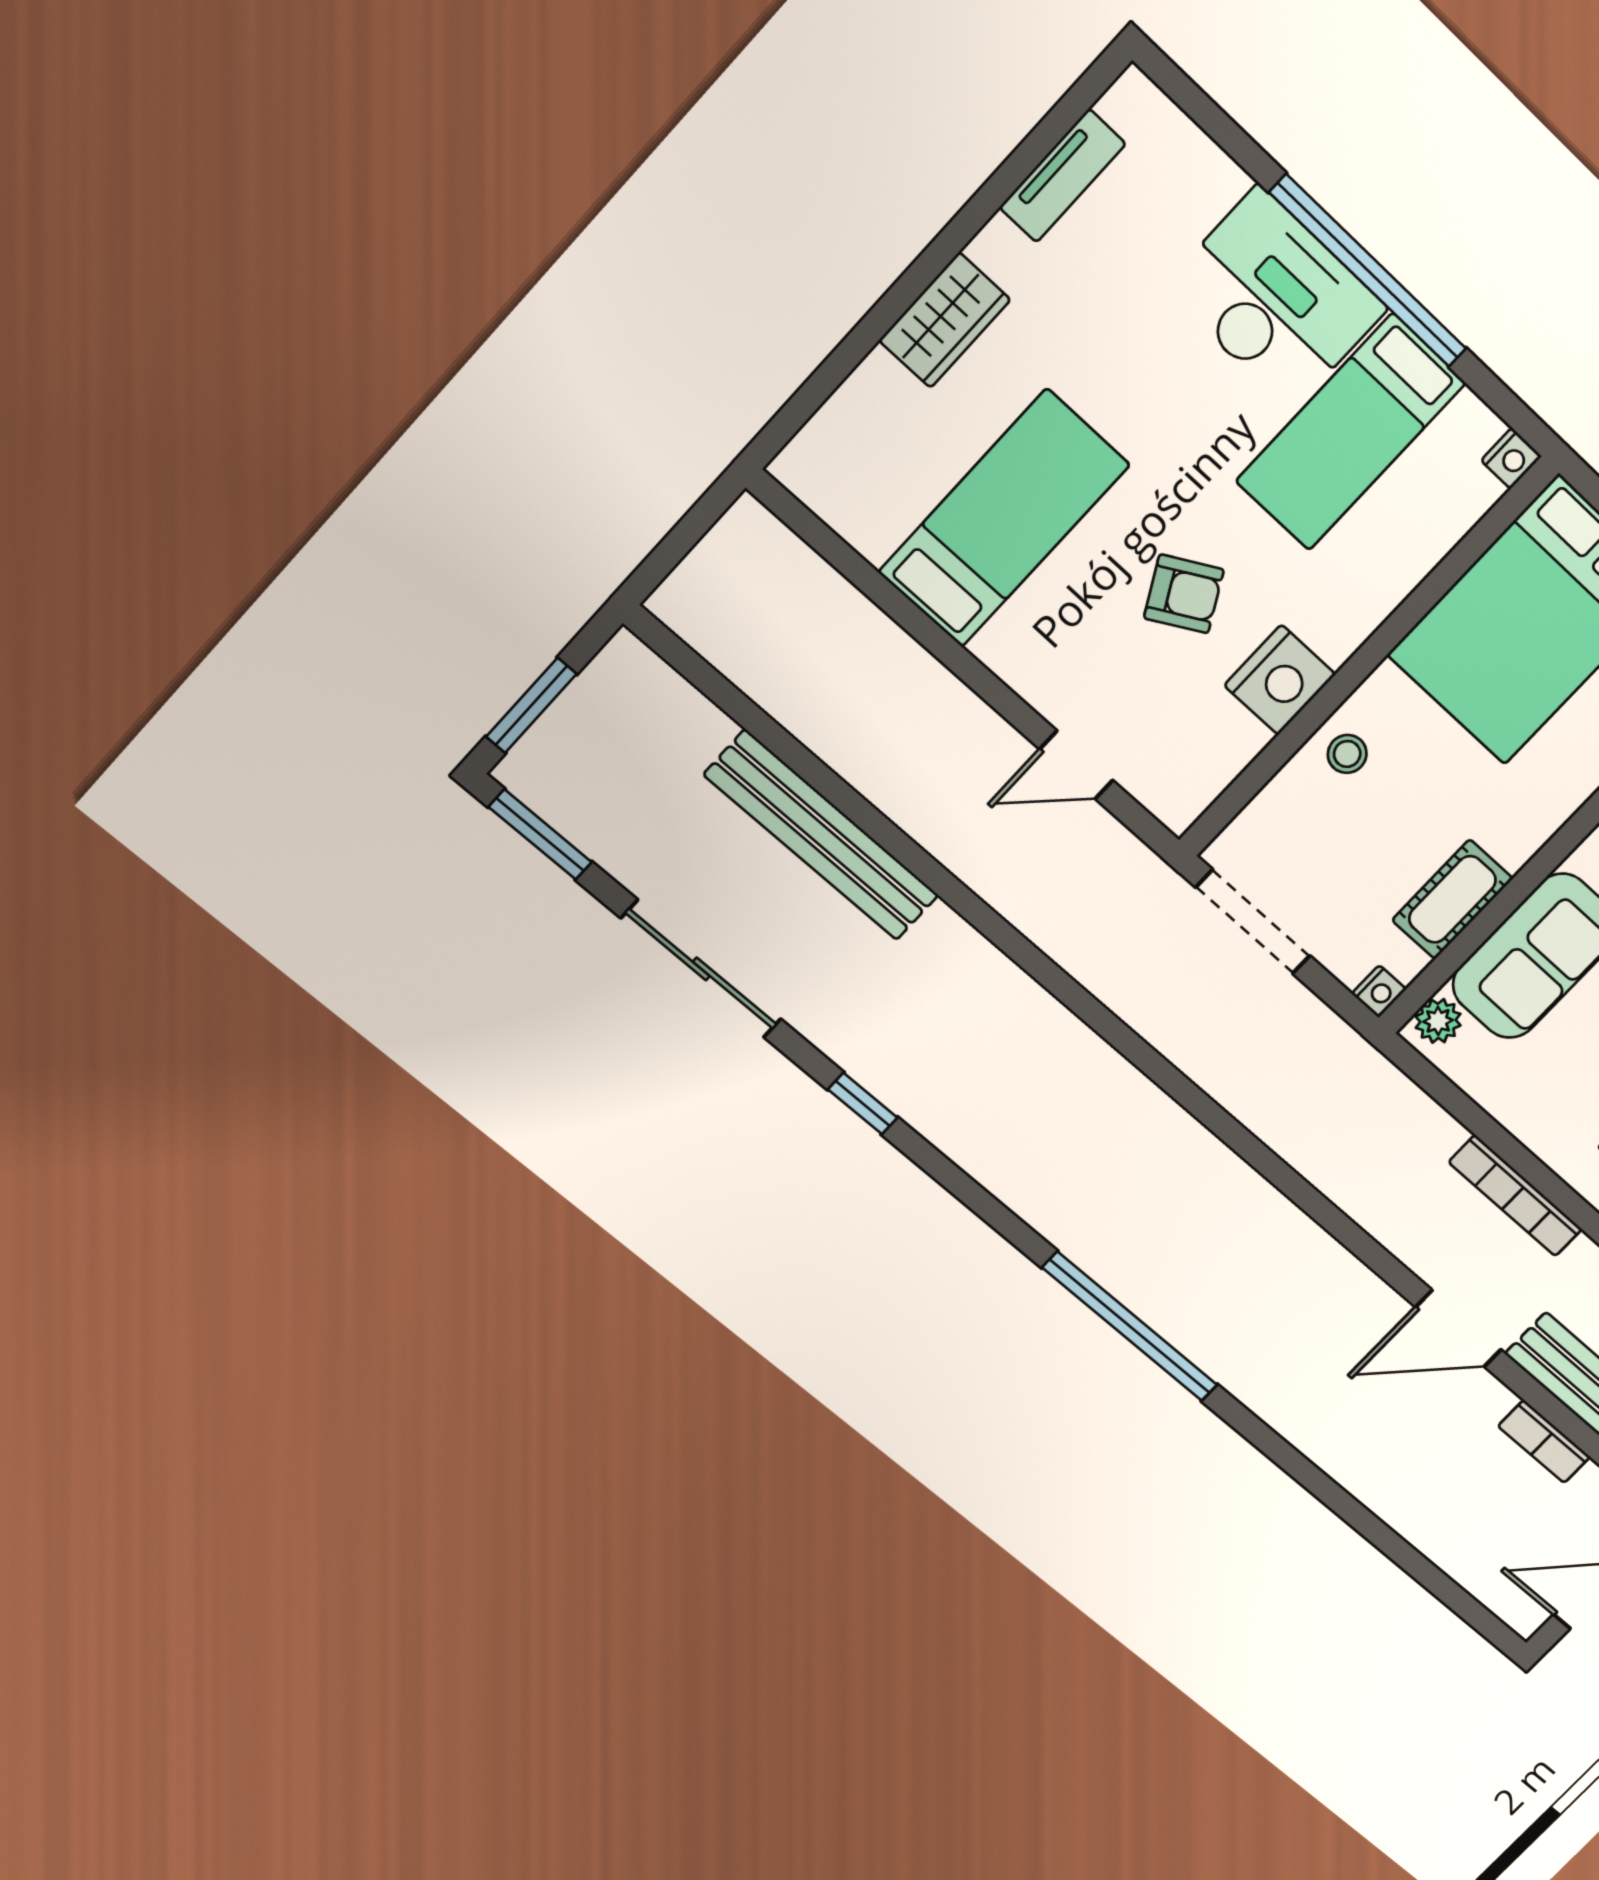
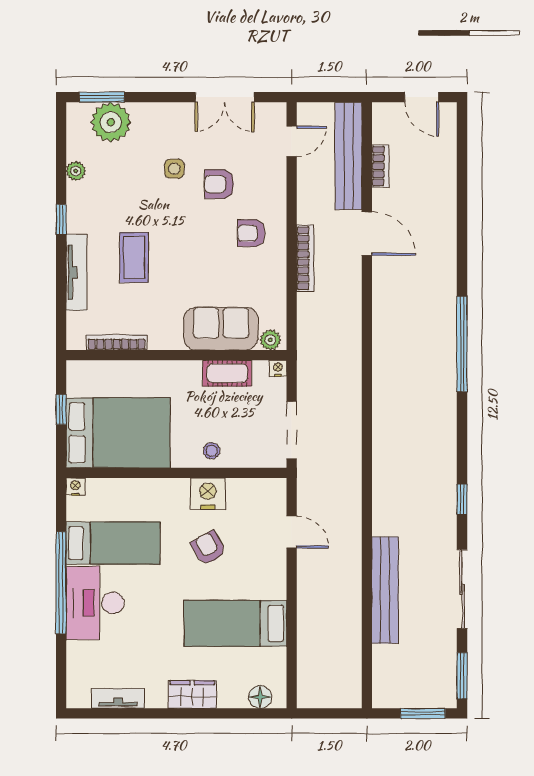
floor lamp: (827, 440) -> (260, 697), added

